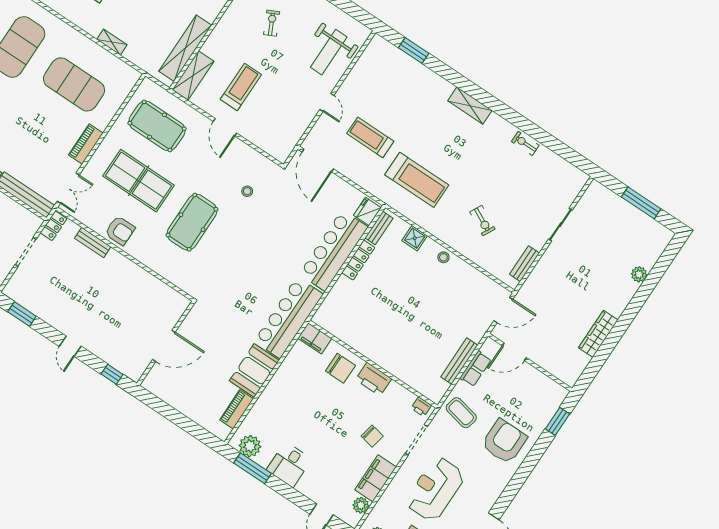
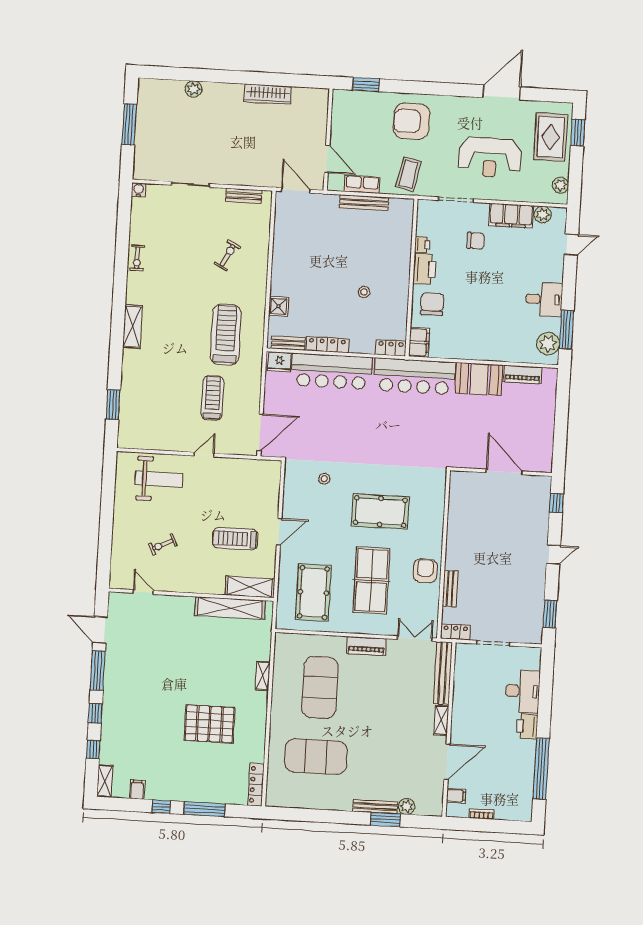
treadmill: (370, 137) -> (212, 398), turned 180
water cooler: (582, 178) -> (139, 190), added
stool: (443, 257) -> (364, 292), moved
locker: (324, 312) -> (391, 348), added
printer: (421, 407) -> (422, 245), moved
chair: (372, 436) -> (476, 241), turned 79

